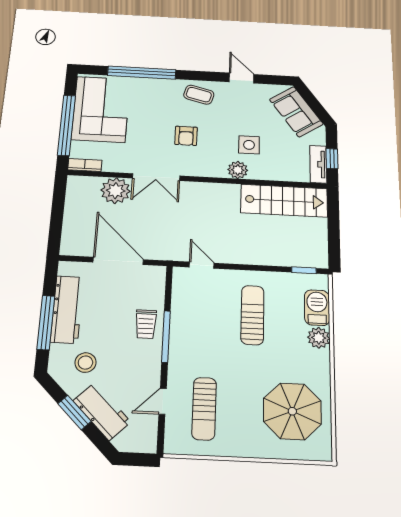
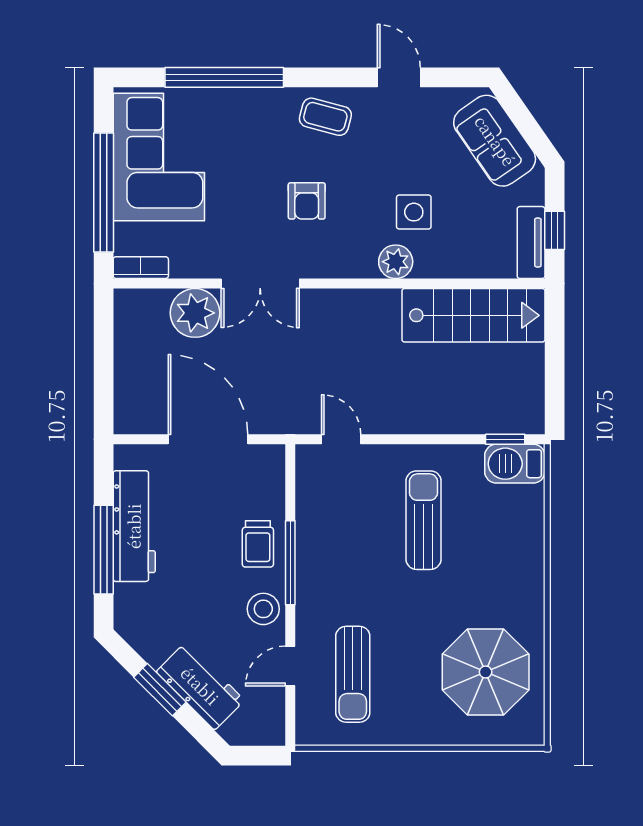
barbecue: (317, 308) -> (515, 464), moved, turned -90
plant: (319, 338) -> (527, 553), removed
stool: (85, 363) -> (263, 609), moved

